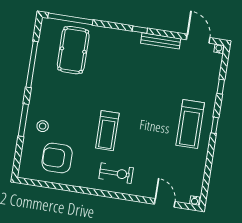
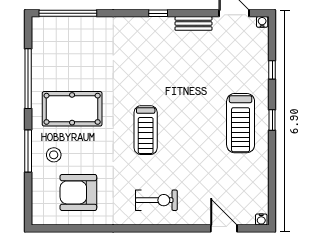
bench: (161, 41) -> (193, 23), width x0.73
pool table: (73, 50) -> (72, 109), moved, turned 90
treadmill: (107, 131) -> (146, 130), moved

